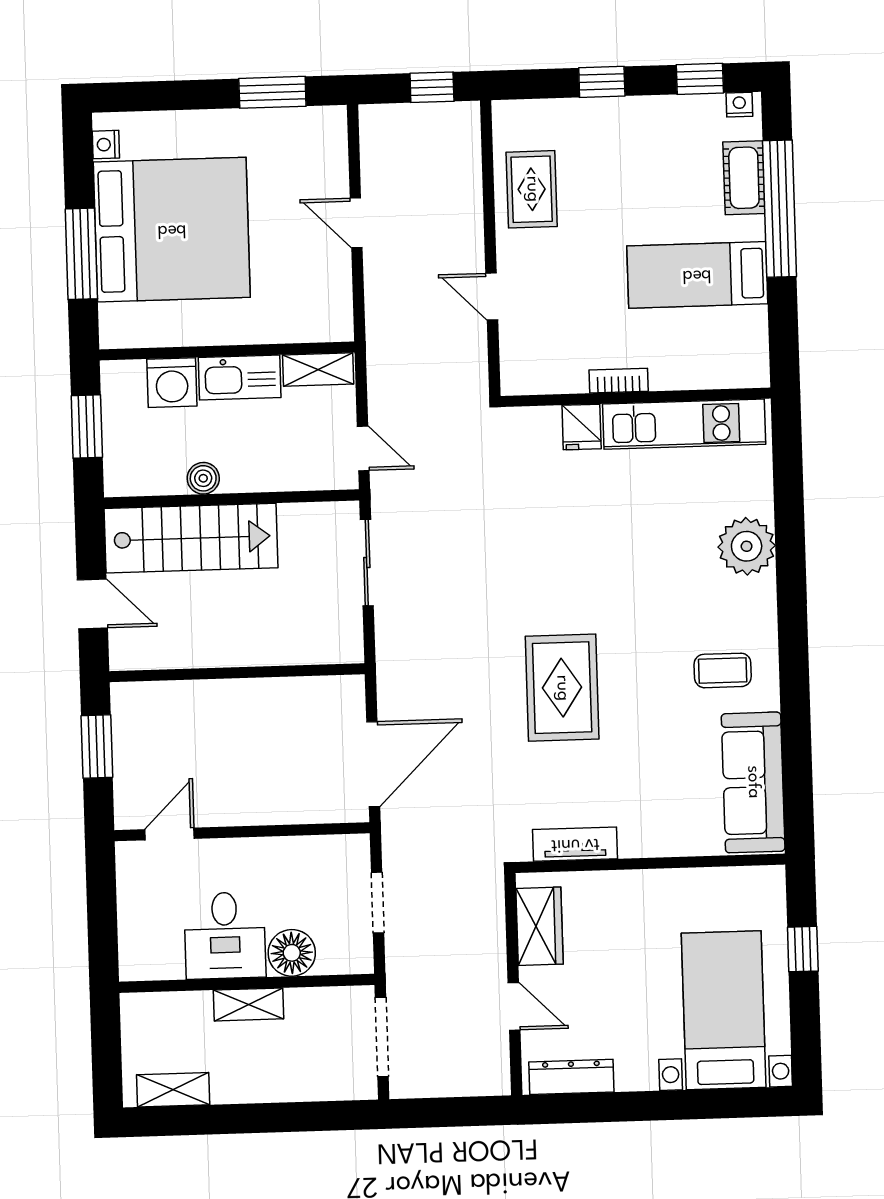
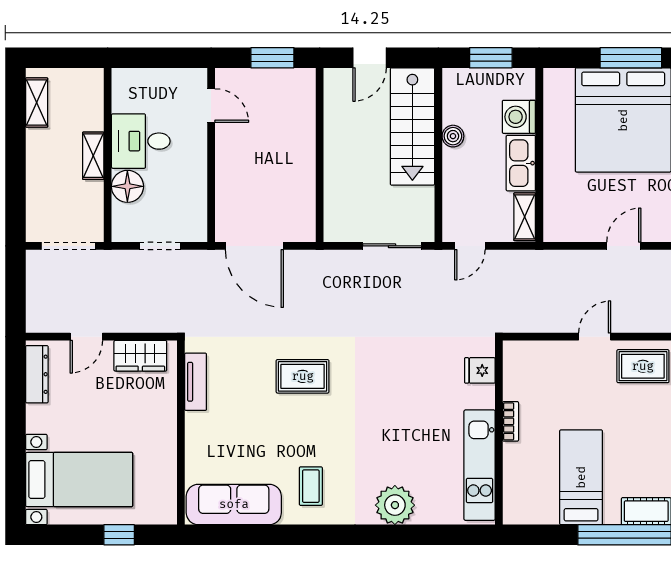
window: (81, 254) -> (631, 58), moved
door: (492, 297) -> (595, 337), moved
fridge: (582, 427) -> (480, 370), moved
rug: (562, 688) -> (303, 376), width x0.73, depth x0.70

